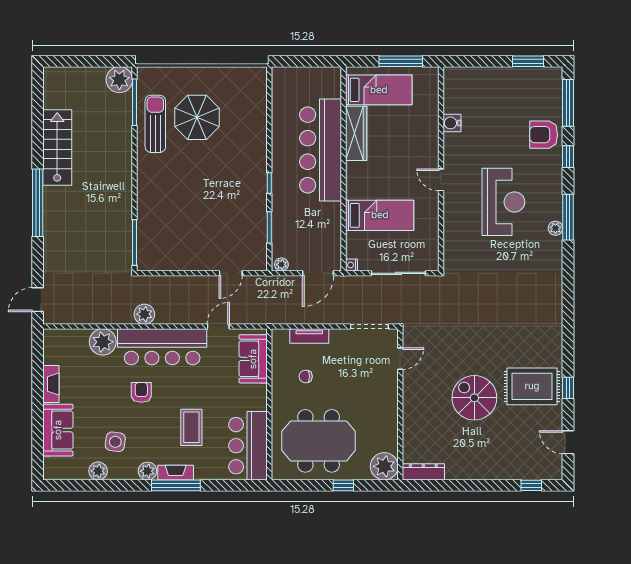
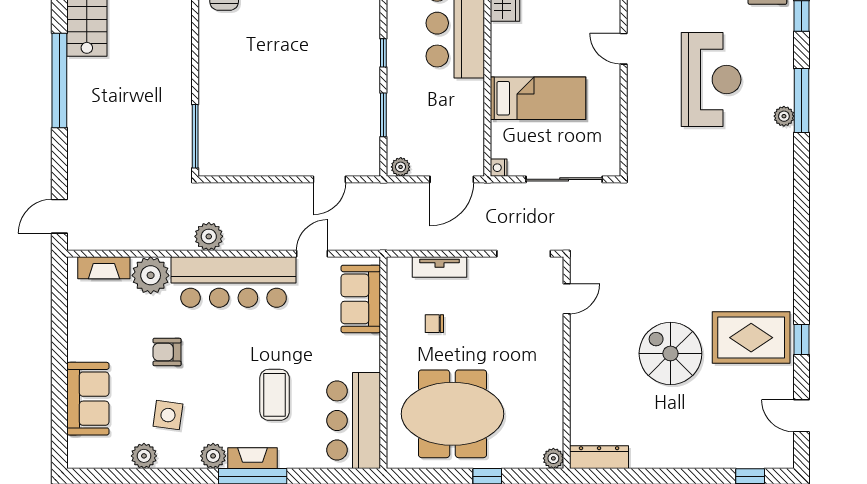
fireplace: (51, 384) -> (104, 268), moved, turned 90
armchair: (141, 392) -> (167, 352), moved, turned -90
plant: (384, 466) -> (553, 458), width x0.53, depth x0.53

